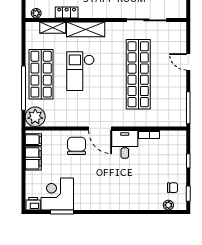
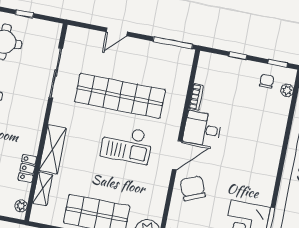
checkout: (80, 71) -> (127, 144), moved
chair: (77, 146) -> (193, 188), turned 67

